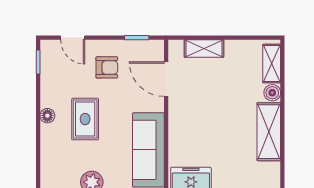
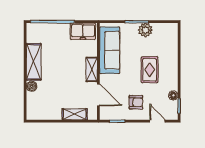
shelving: (272, 64) -> (92, 69), moved
armchair: (107, 67) -> (136, 102), turned 180
floor lamp: (47, 116) -> (173, 95), moved

